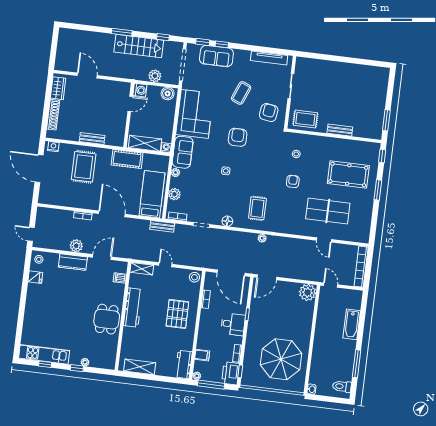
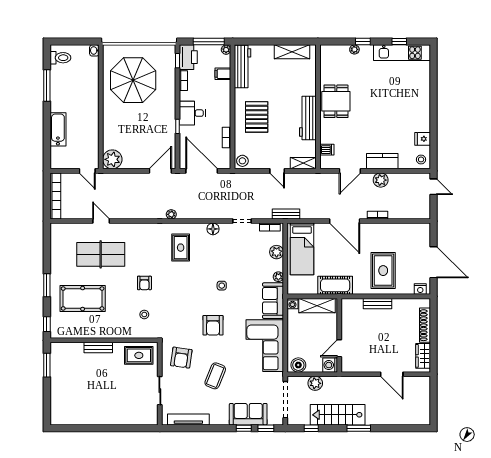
workbench: (184, 364) -> (243, 67), width x1.37

